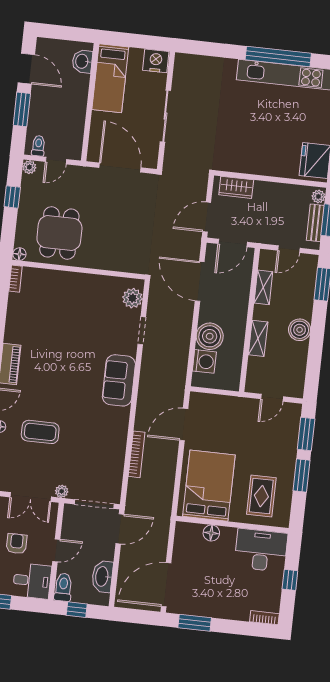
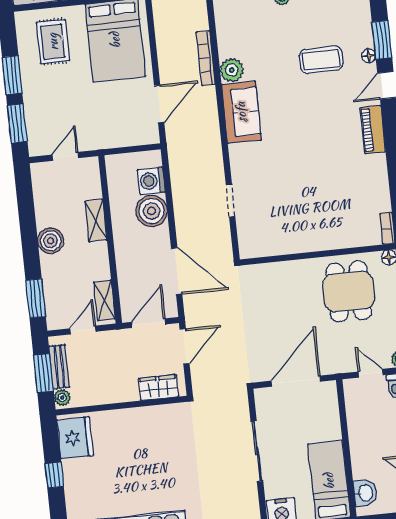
door: (56, 161) -> (371, 373), hinge flipped
door: (120, 168) -> (296, 381), swing flipped
shelving: (263, 287) -> (105, 300), moved
plant: (132, 298) -> (232, 70), moved
sofa: (119, 380) -> (241, 112), moved

